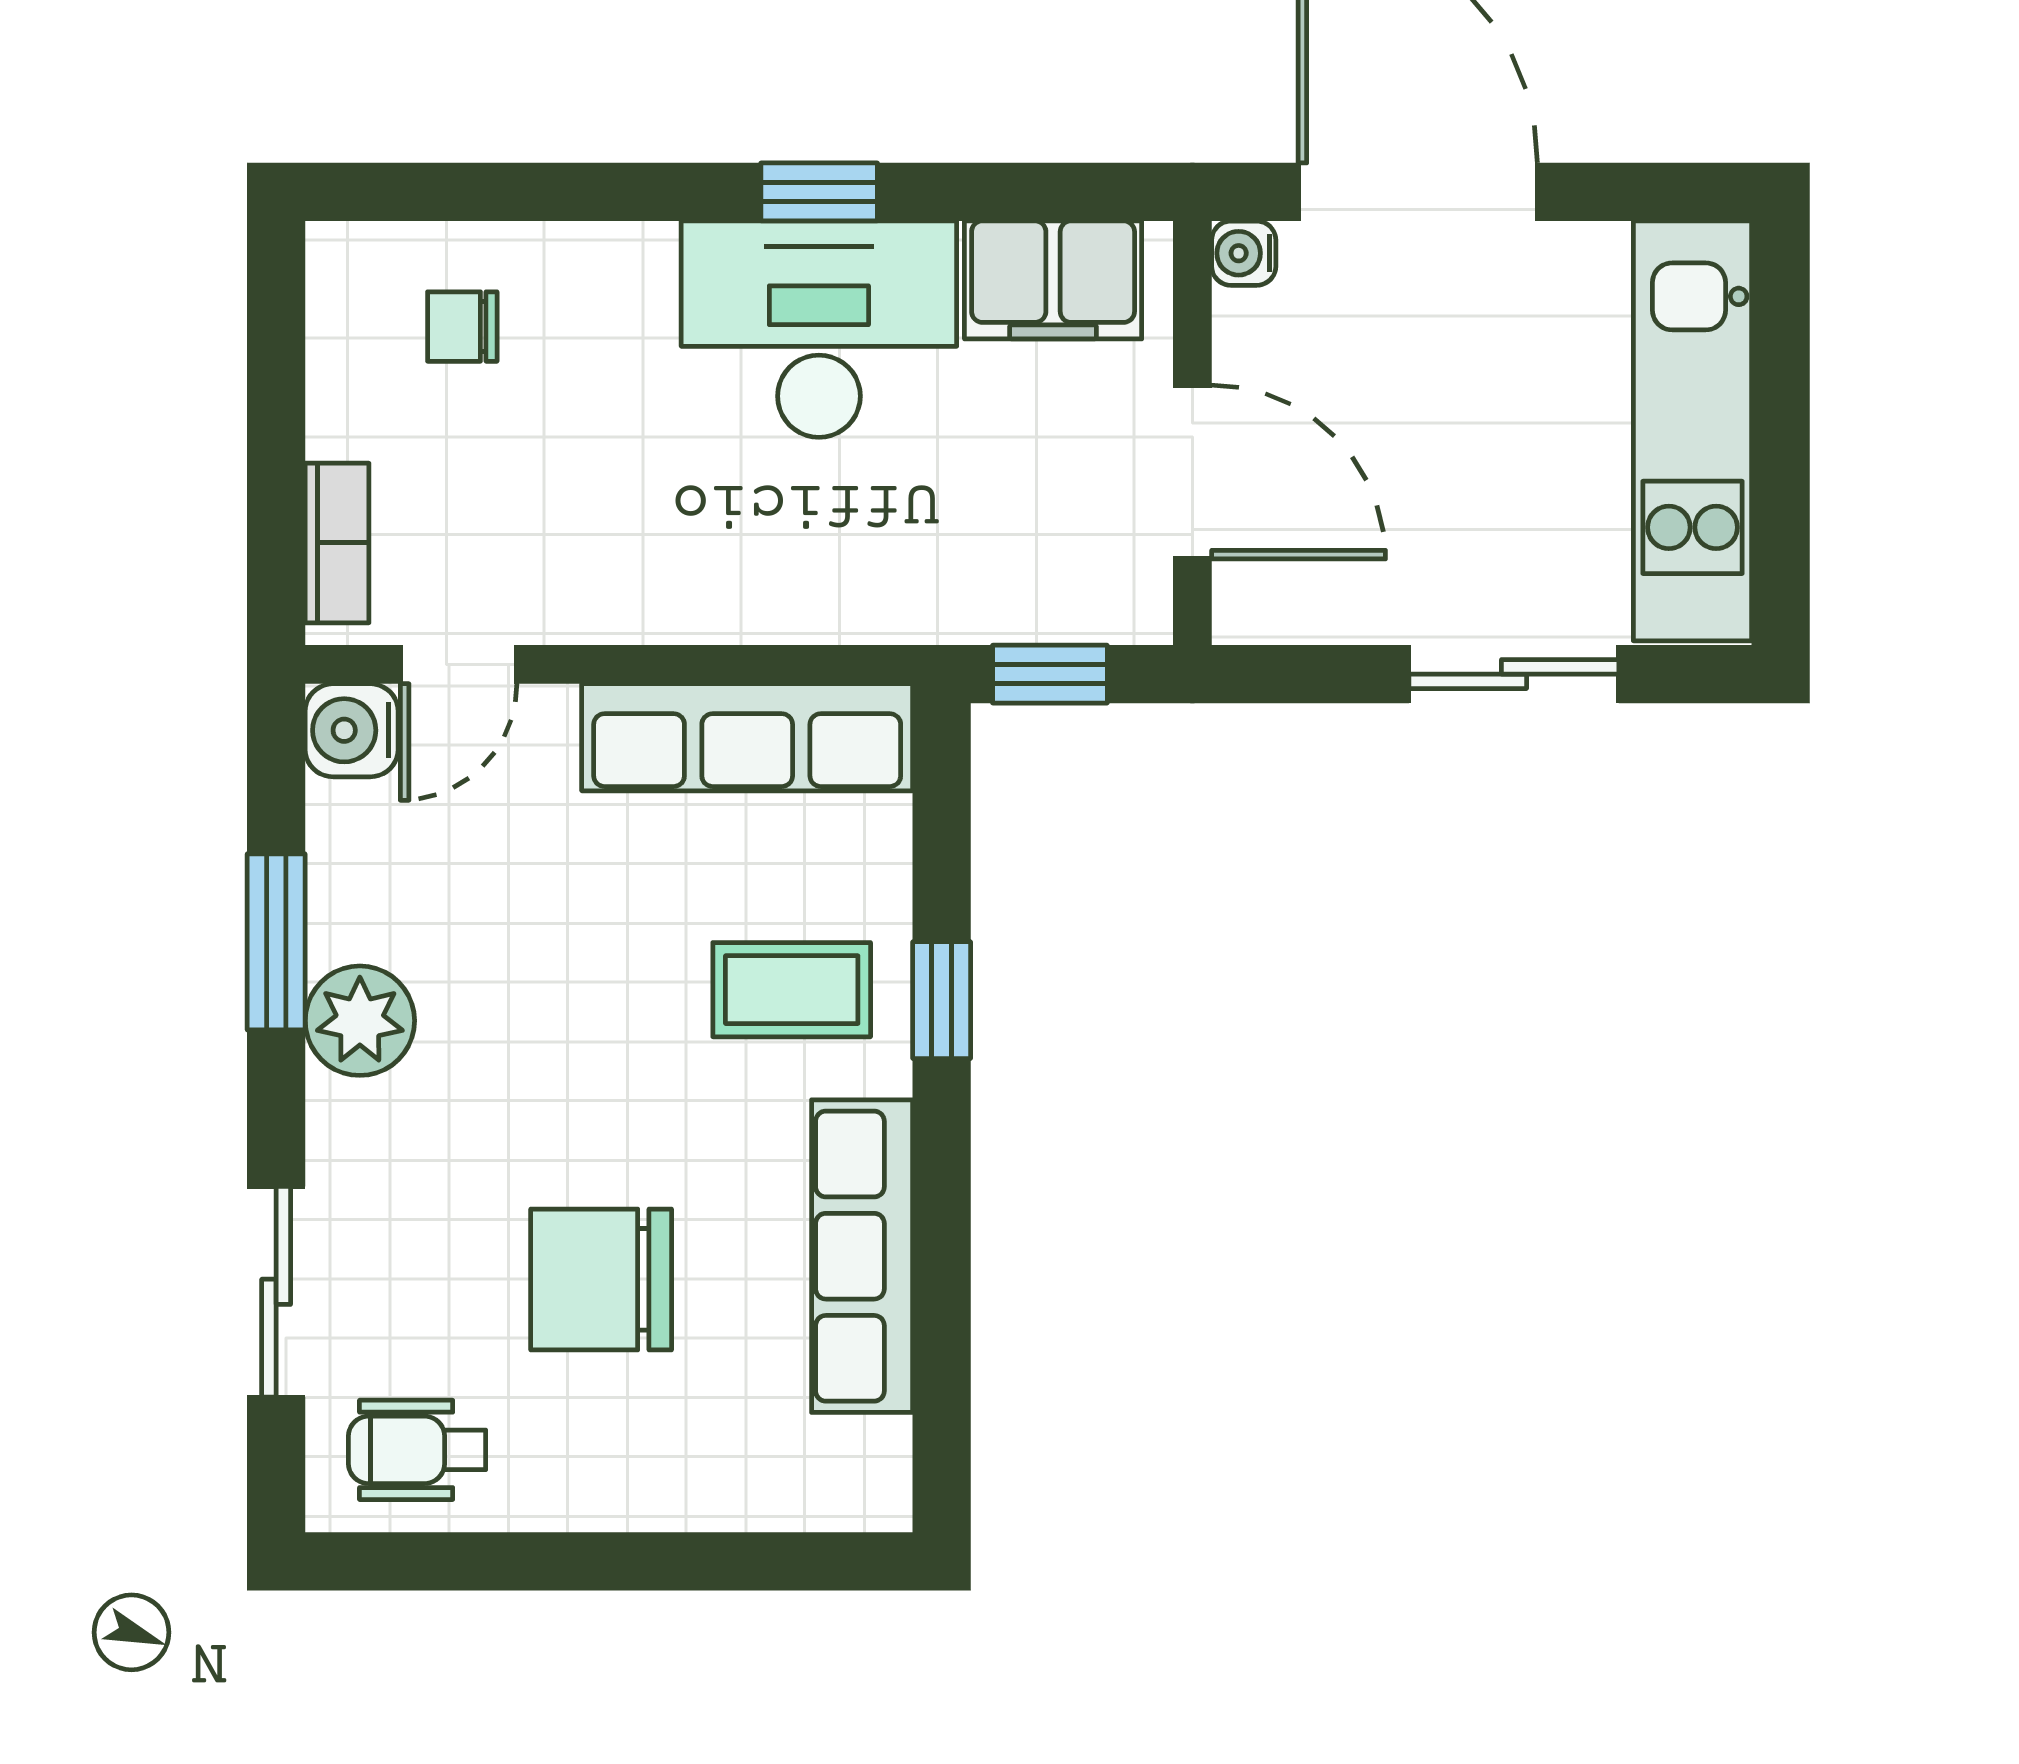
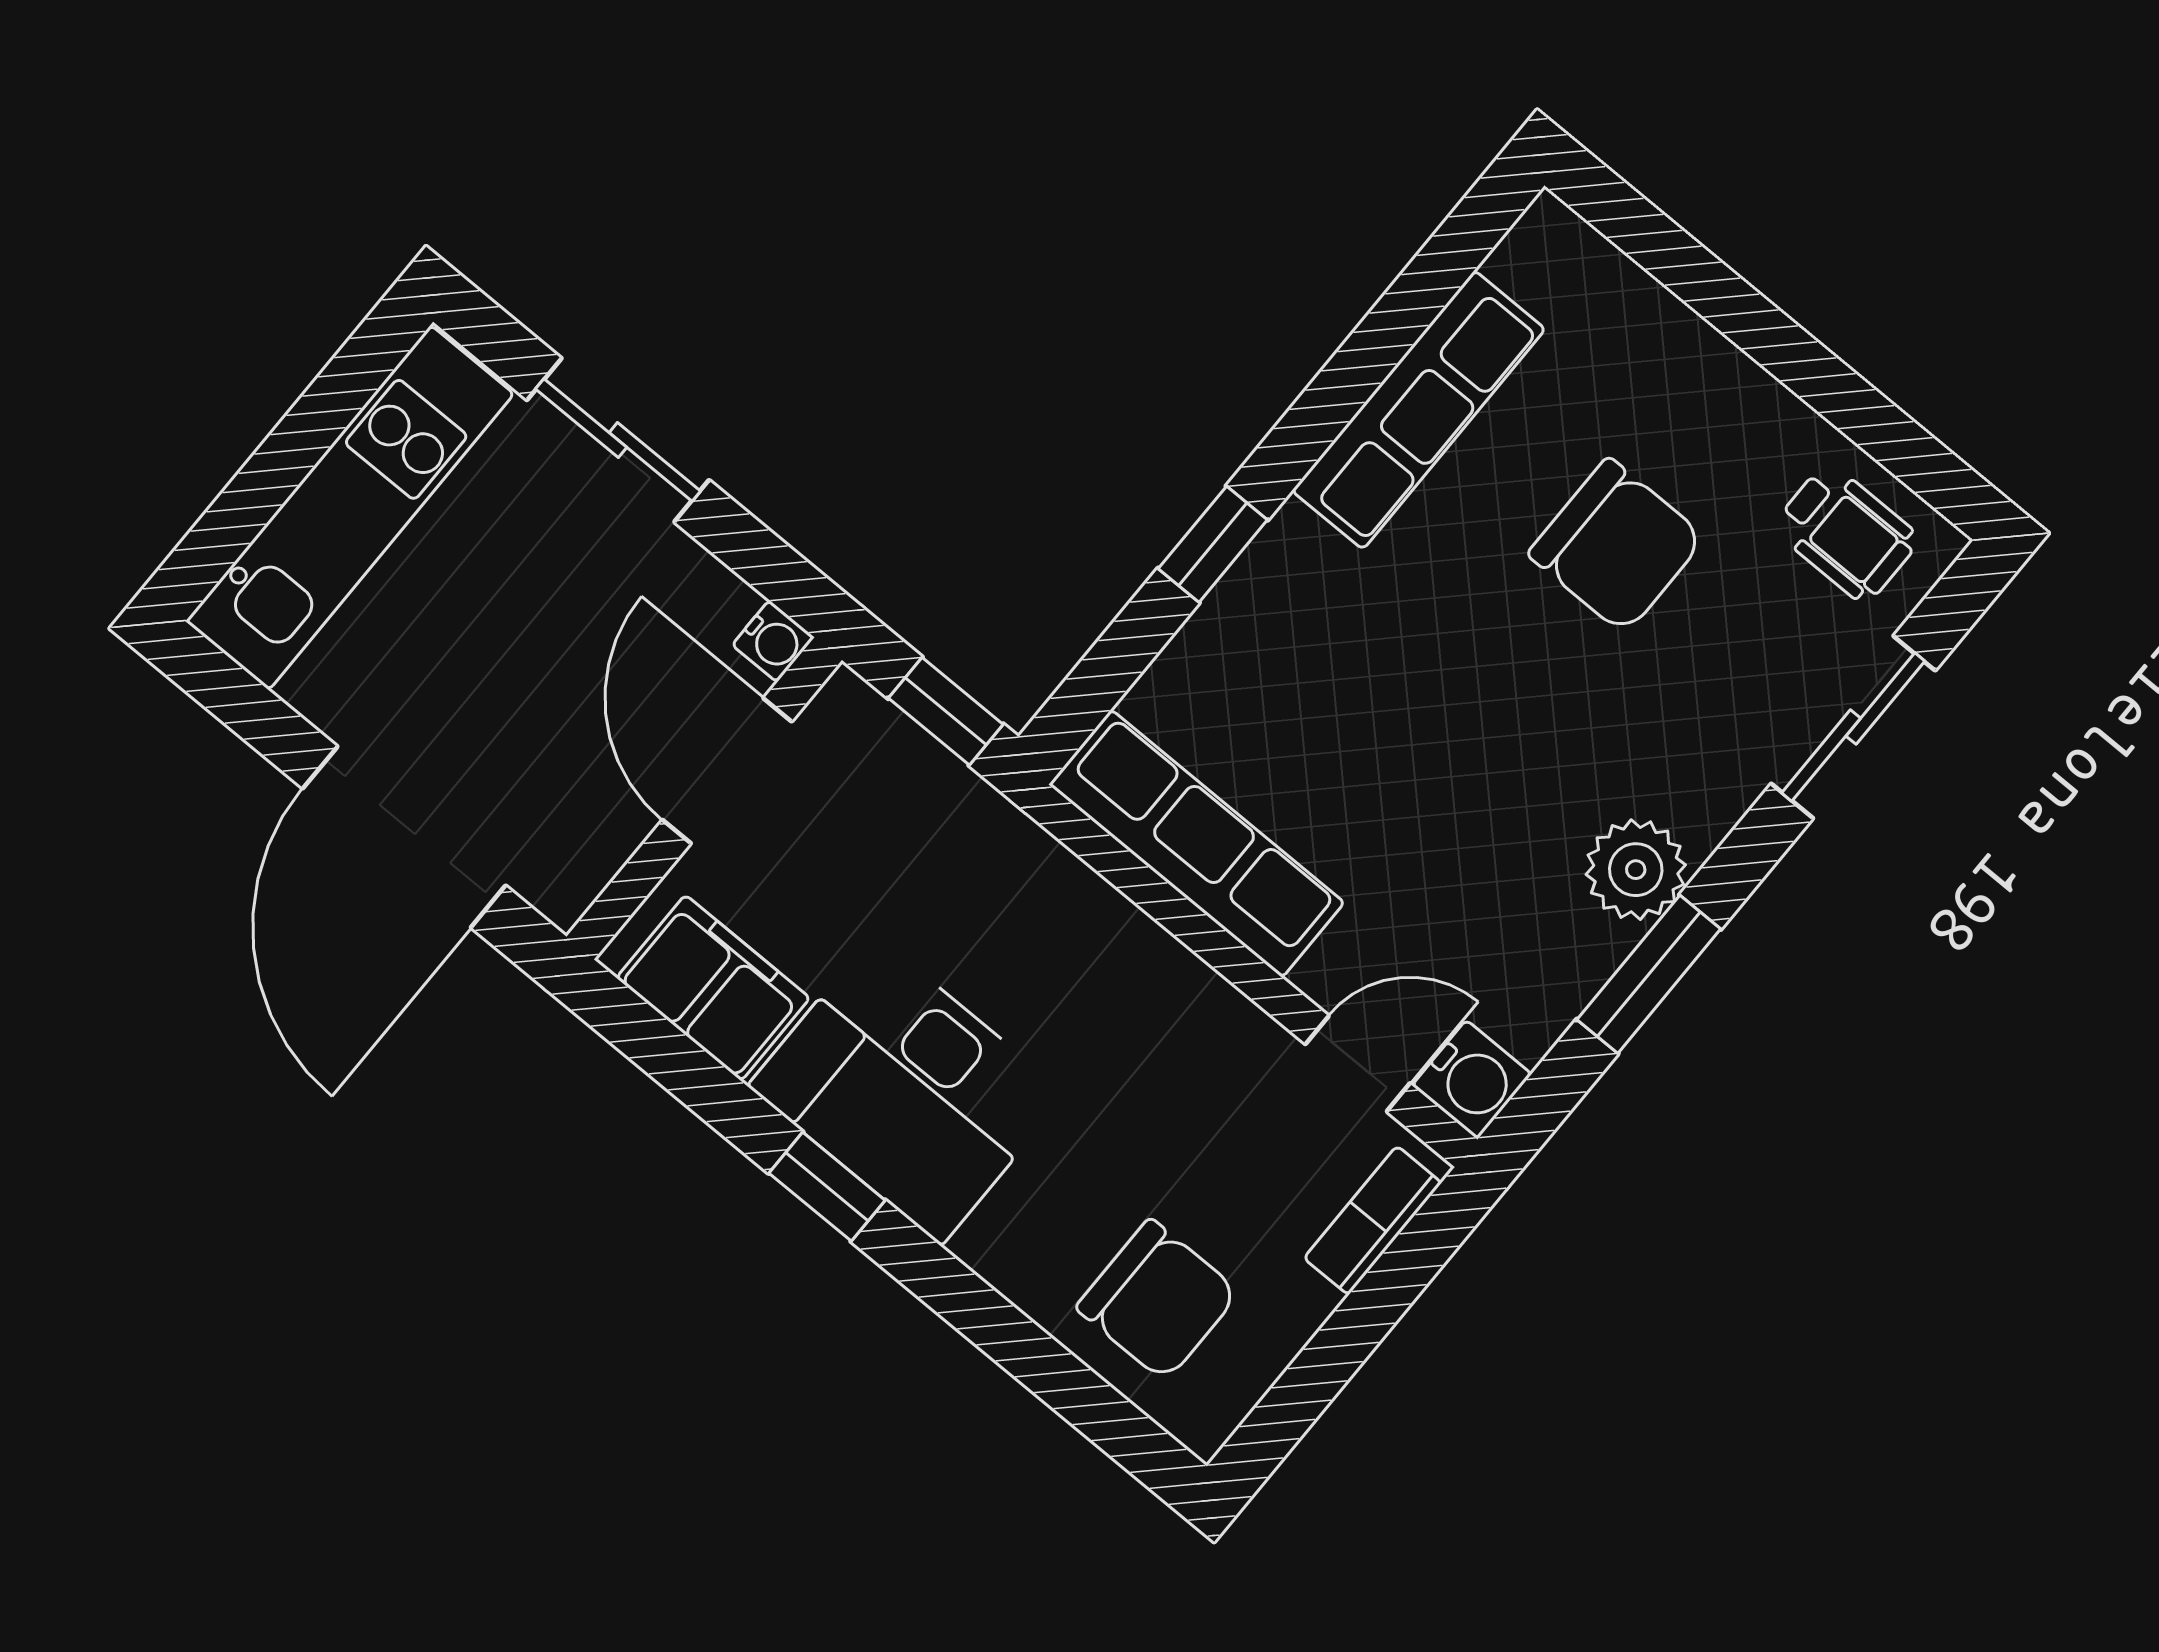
water cooler: (1244, 253) -> (773, 641), moved
chair: (462, 327) -> (1158, 1300), width x1.87, depth x1.87
coffee table: (792, 990) -> (1313, 639), removed

